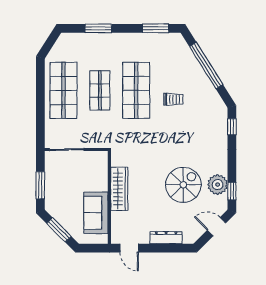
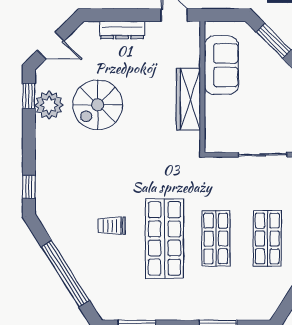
shop shelf: (64, 90) -> (267, 238), width x0.70, depth x0.74

